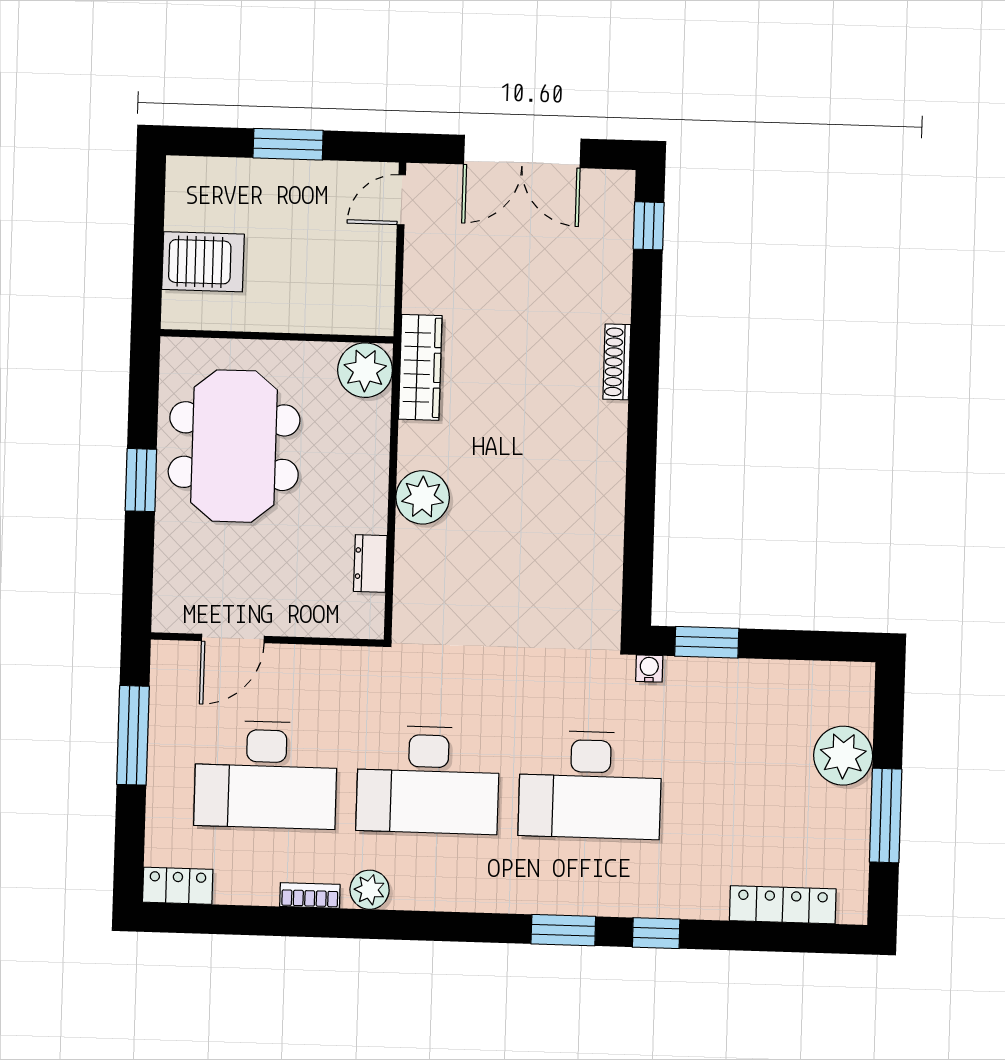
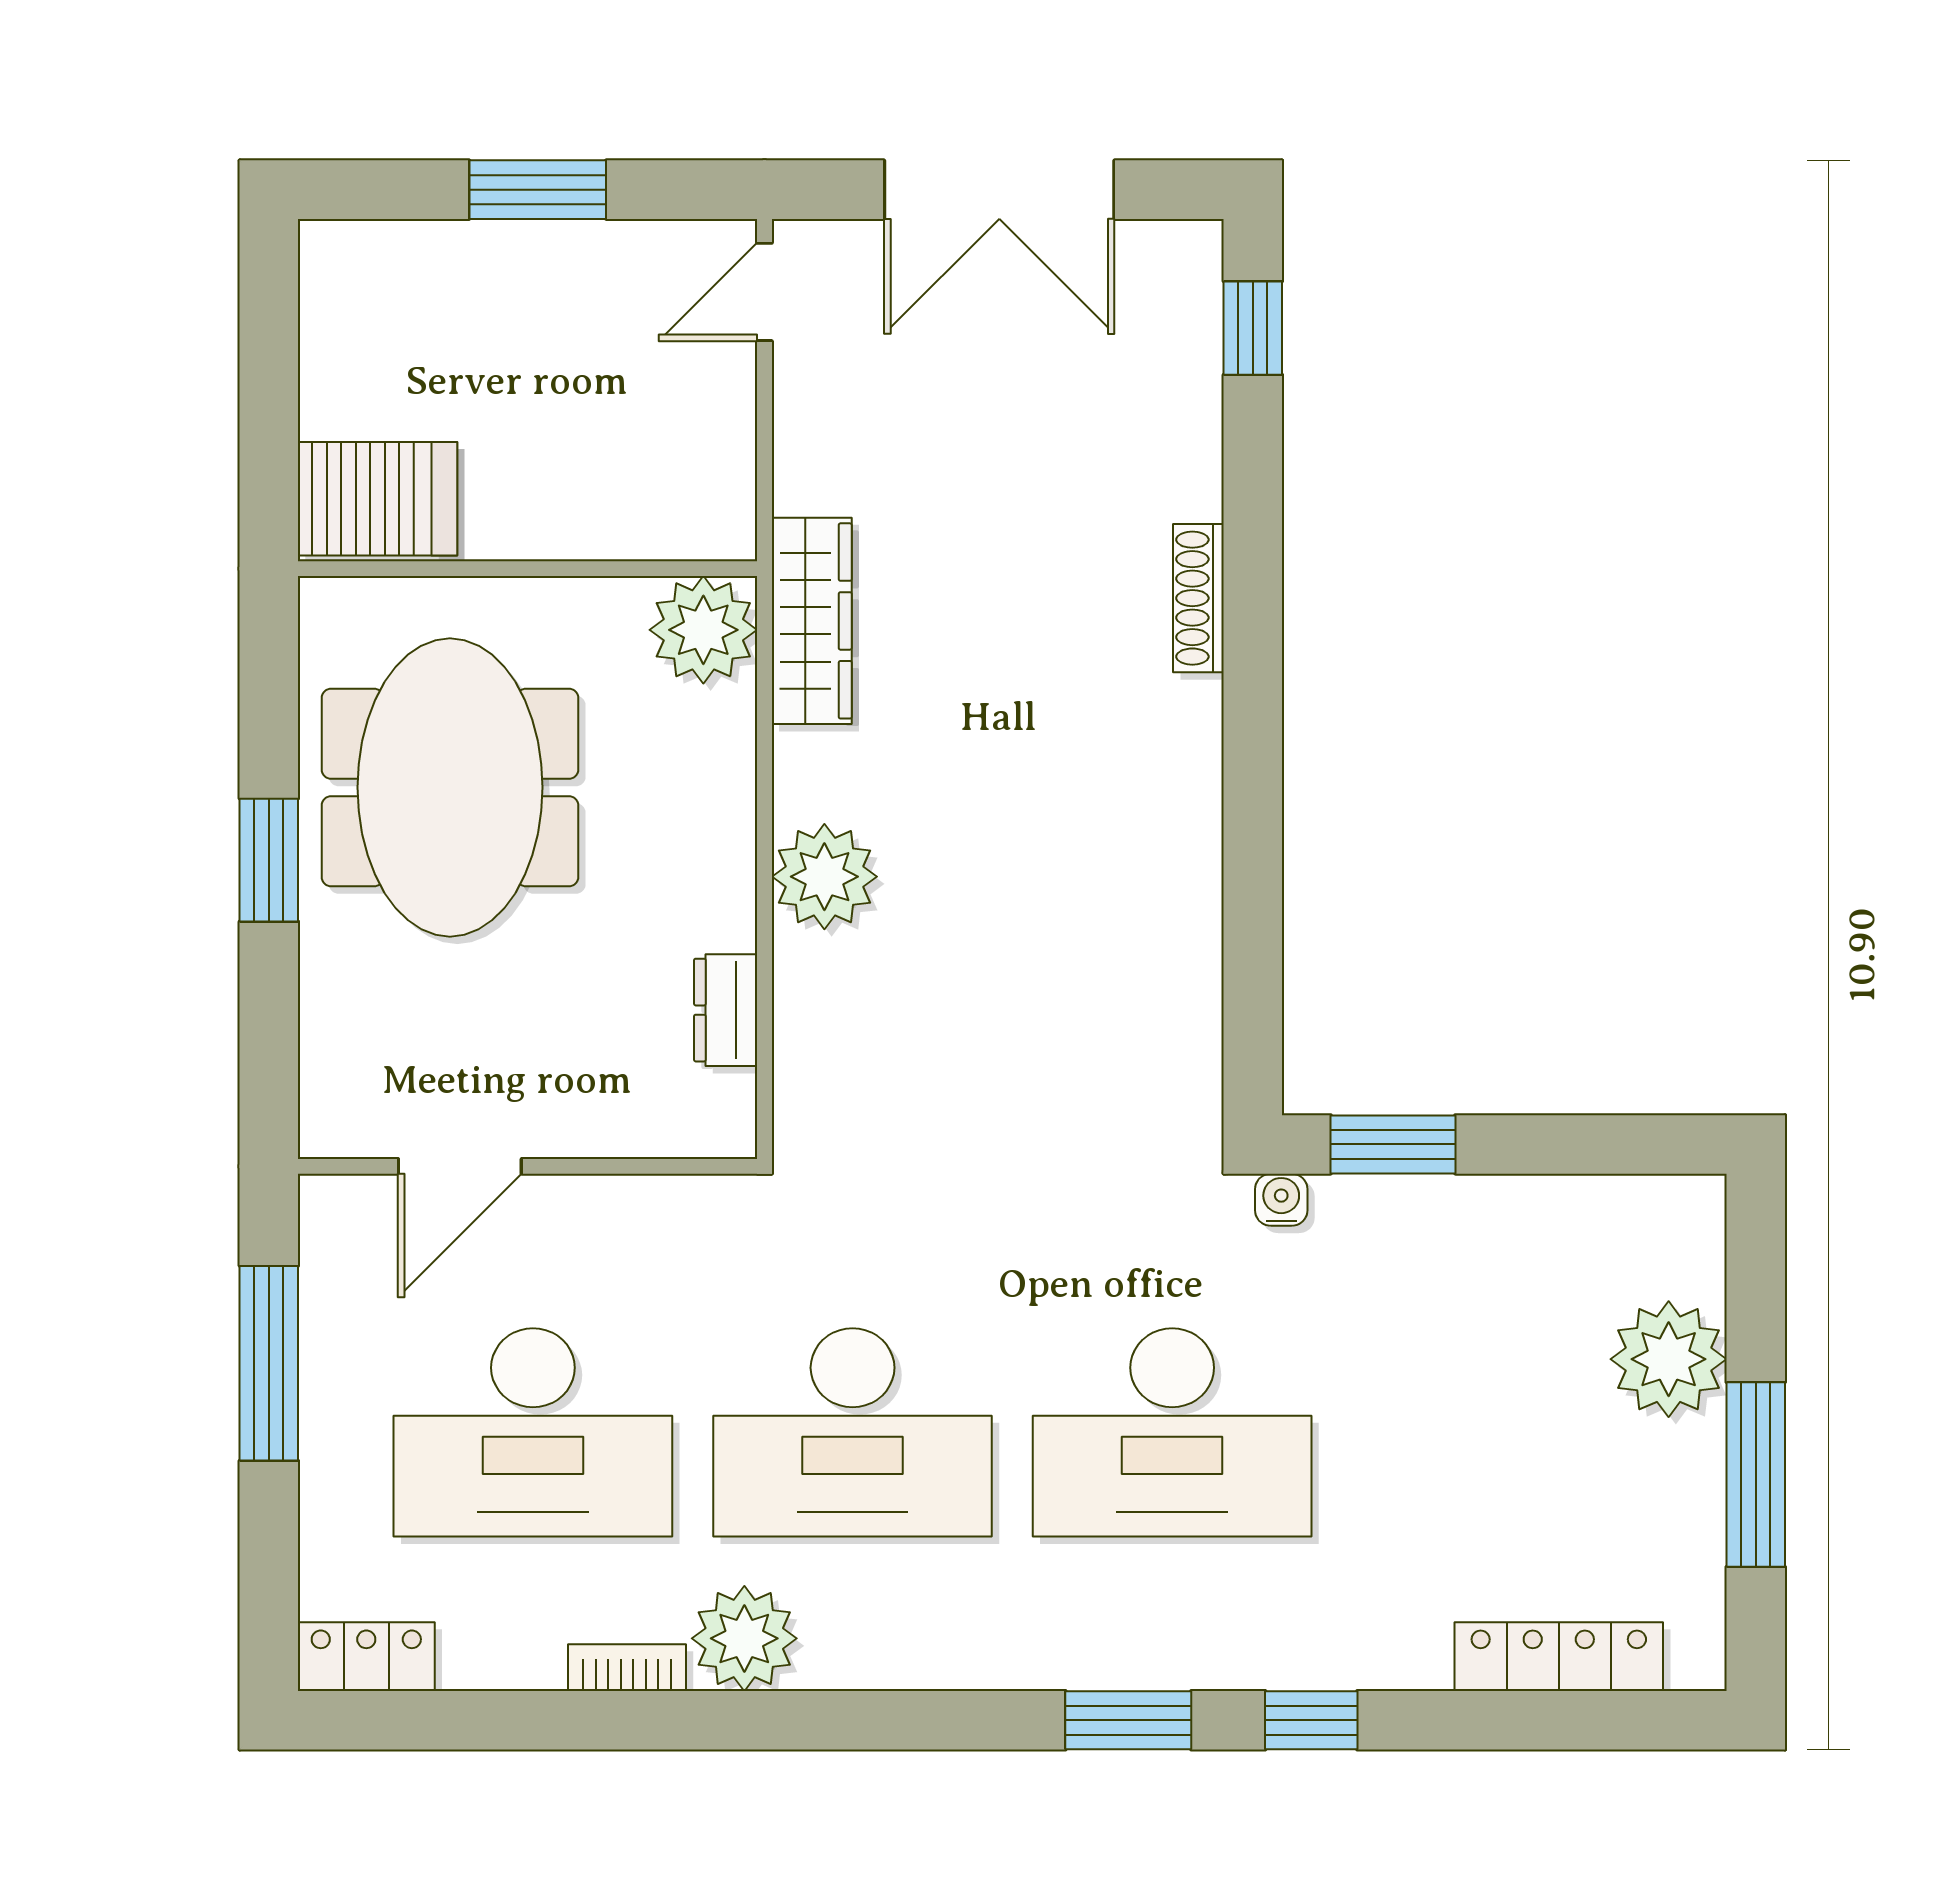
server rack: (203, 262) -> (378, 499), moved
plant: (370, 890) -> (744, 1638), width x1.36, depth x1.36

